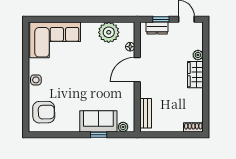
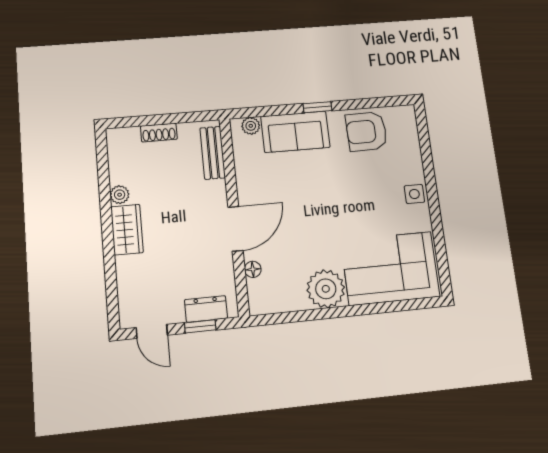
plant: (109, 32) -> (326, 289), moved
plant: (198, 55) -> (120, 195), moved
armchair: (44, 112) -> (366, 131), moved
shoe rack: (193, 127) -> (159, 133), moved
window: (99, 135) -> (317, 107), moved

